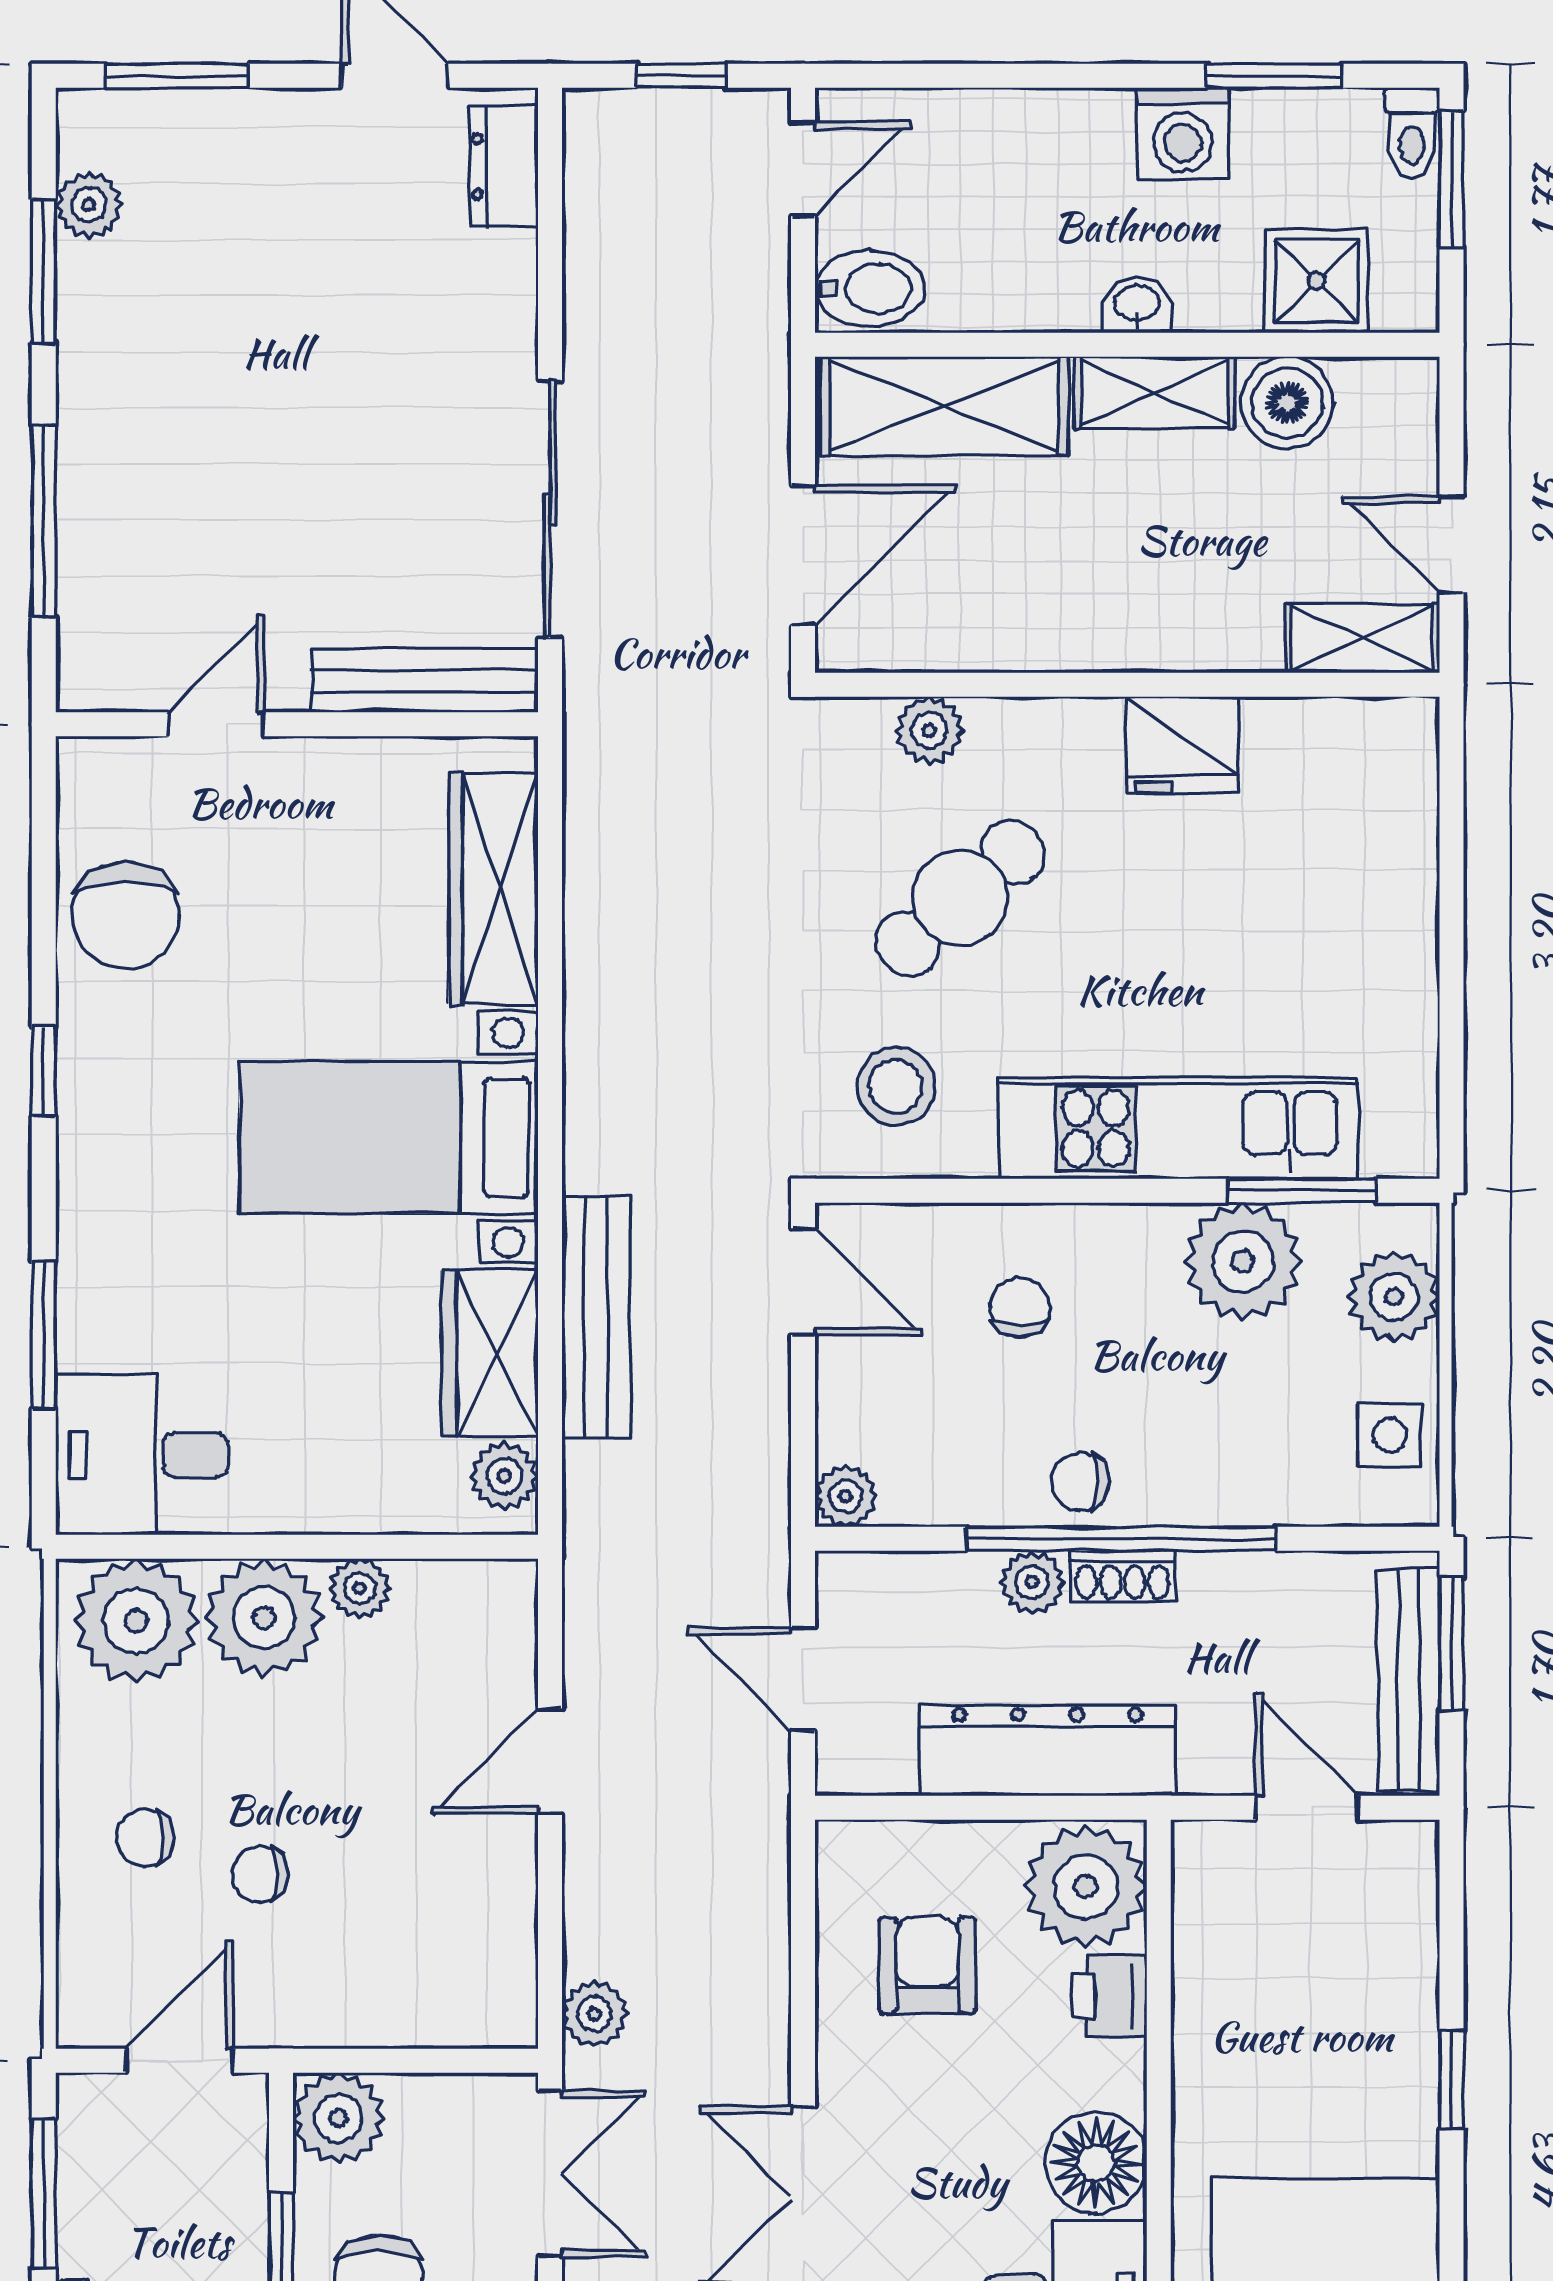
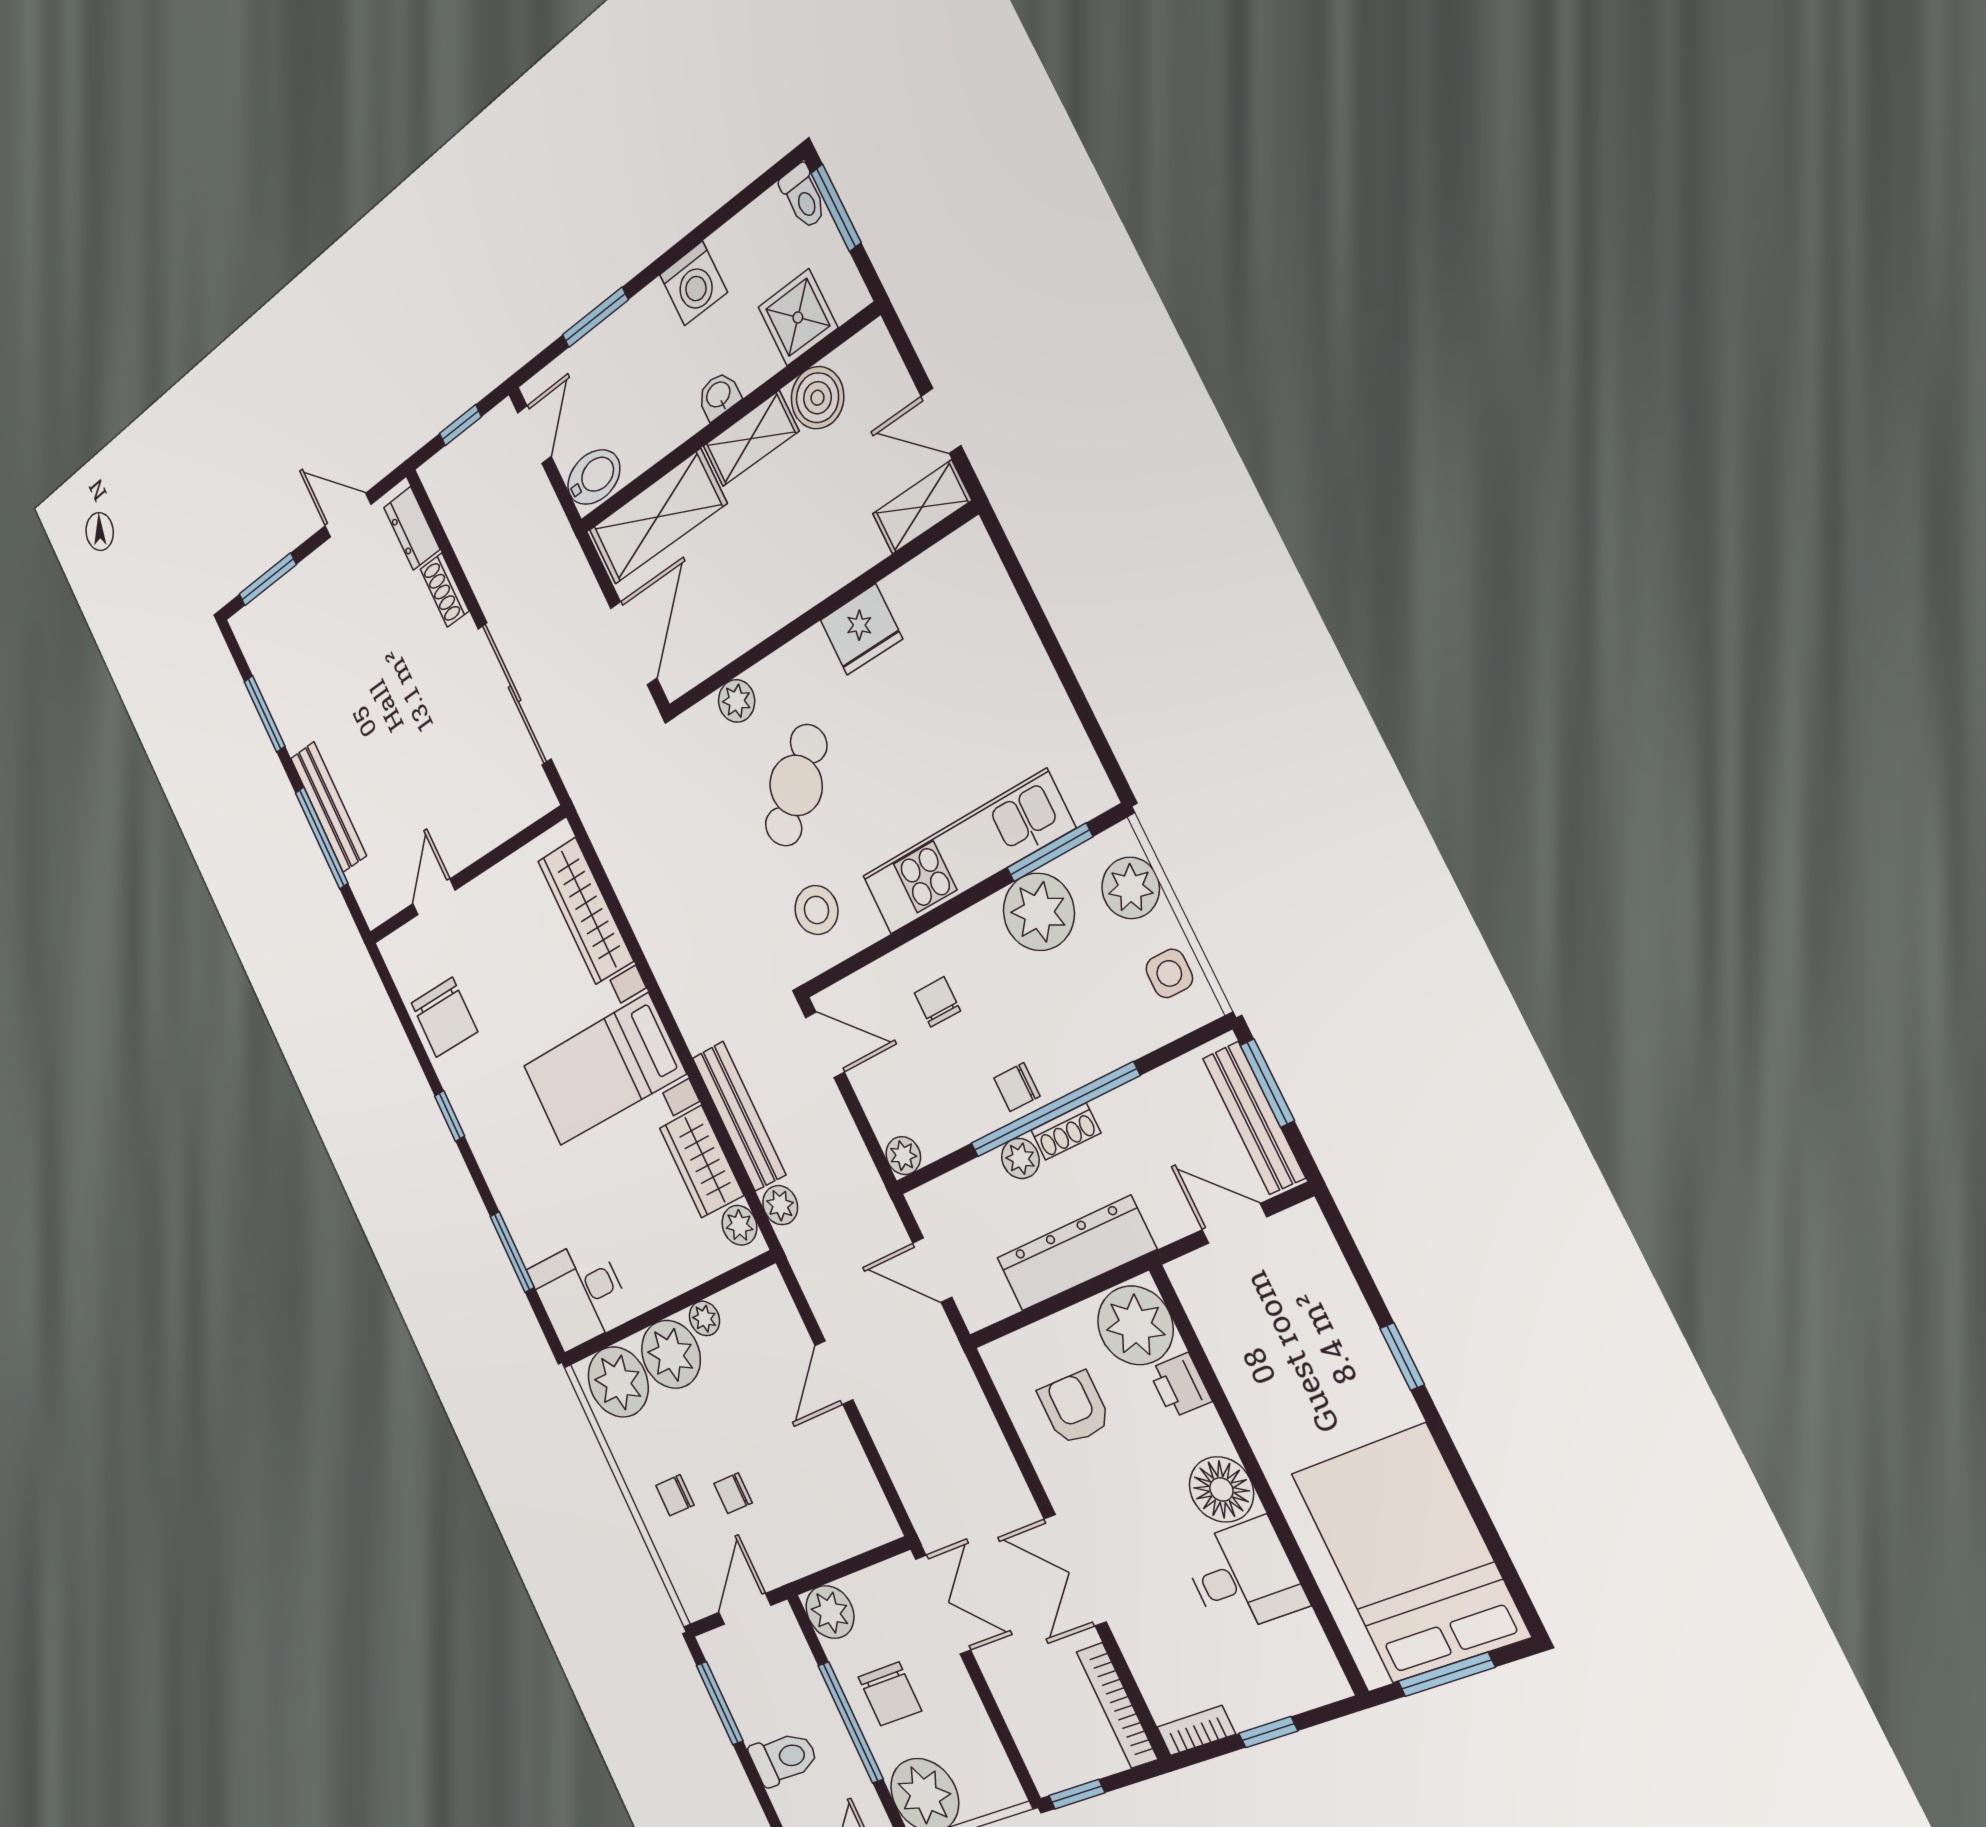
window: (1274, 76) -> (595, 317), moved
plant: (89, 205) -> (265, 668), removed
shoe rack: (511, 289) -> (445, 590), added
bench: (425, 681) -> (329, 807), moved, turned 90
plant: (595, 2014) -> (780, 1205), moved

